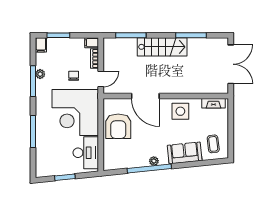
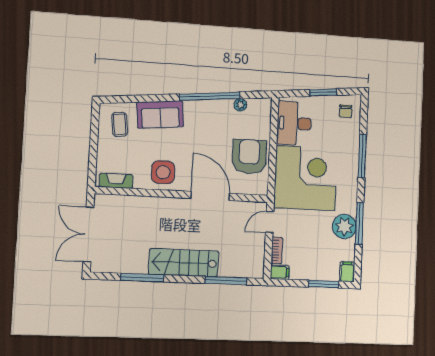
plant: (40, 74) -> (344, 226), width x1.87, depth x1.87
chair: (74, 76) -> (346, 111), moved
plant: (154, 161) -> (240, 105), moved

